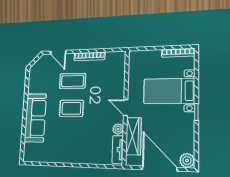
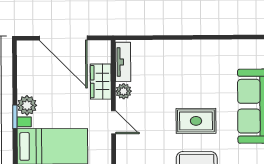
wardrobe: (133, 136) -> (101, 82), width x0.67
plant: (187, 160) -> (27, 105), moved

